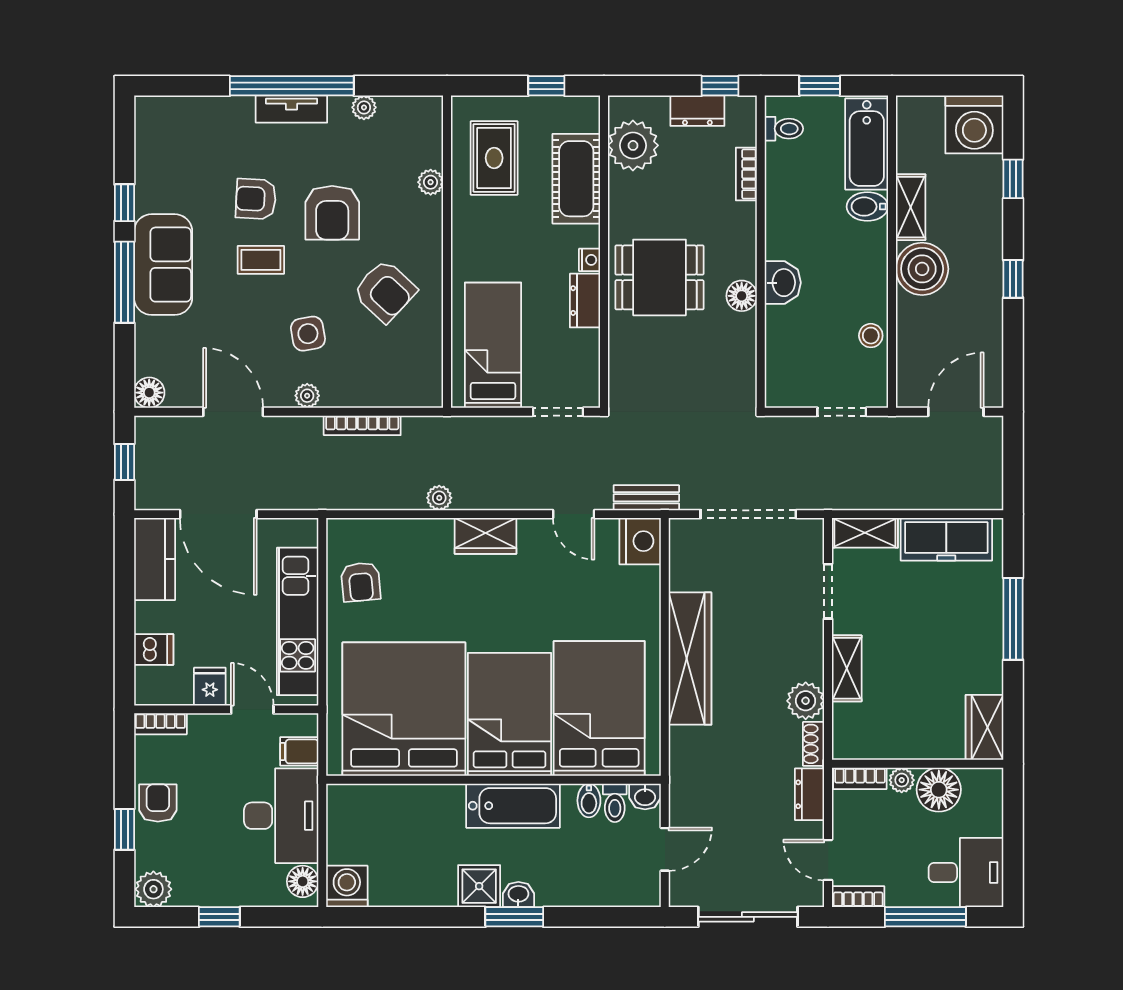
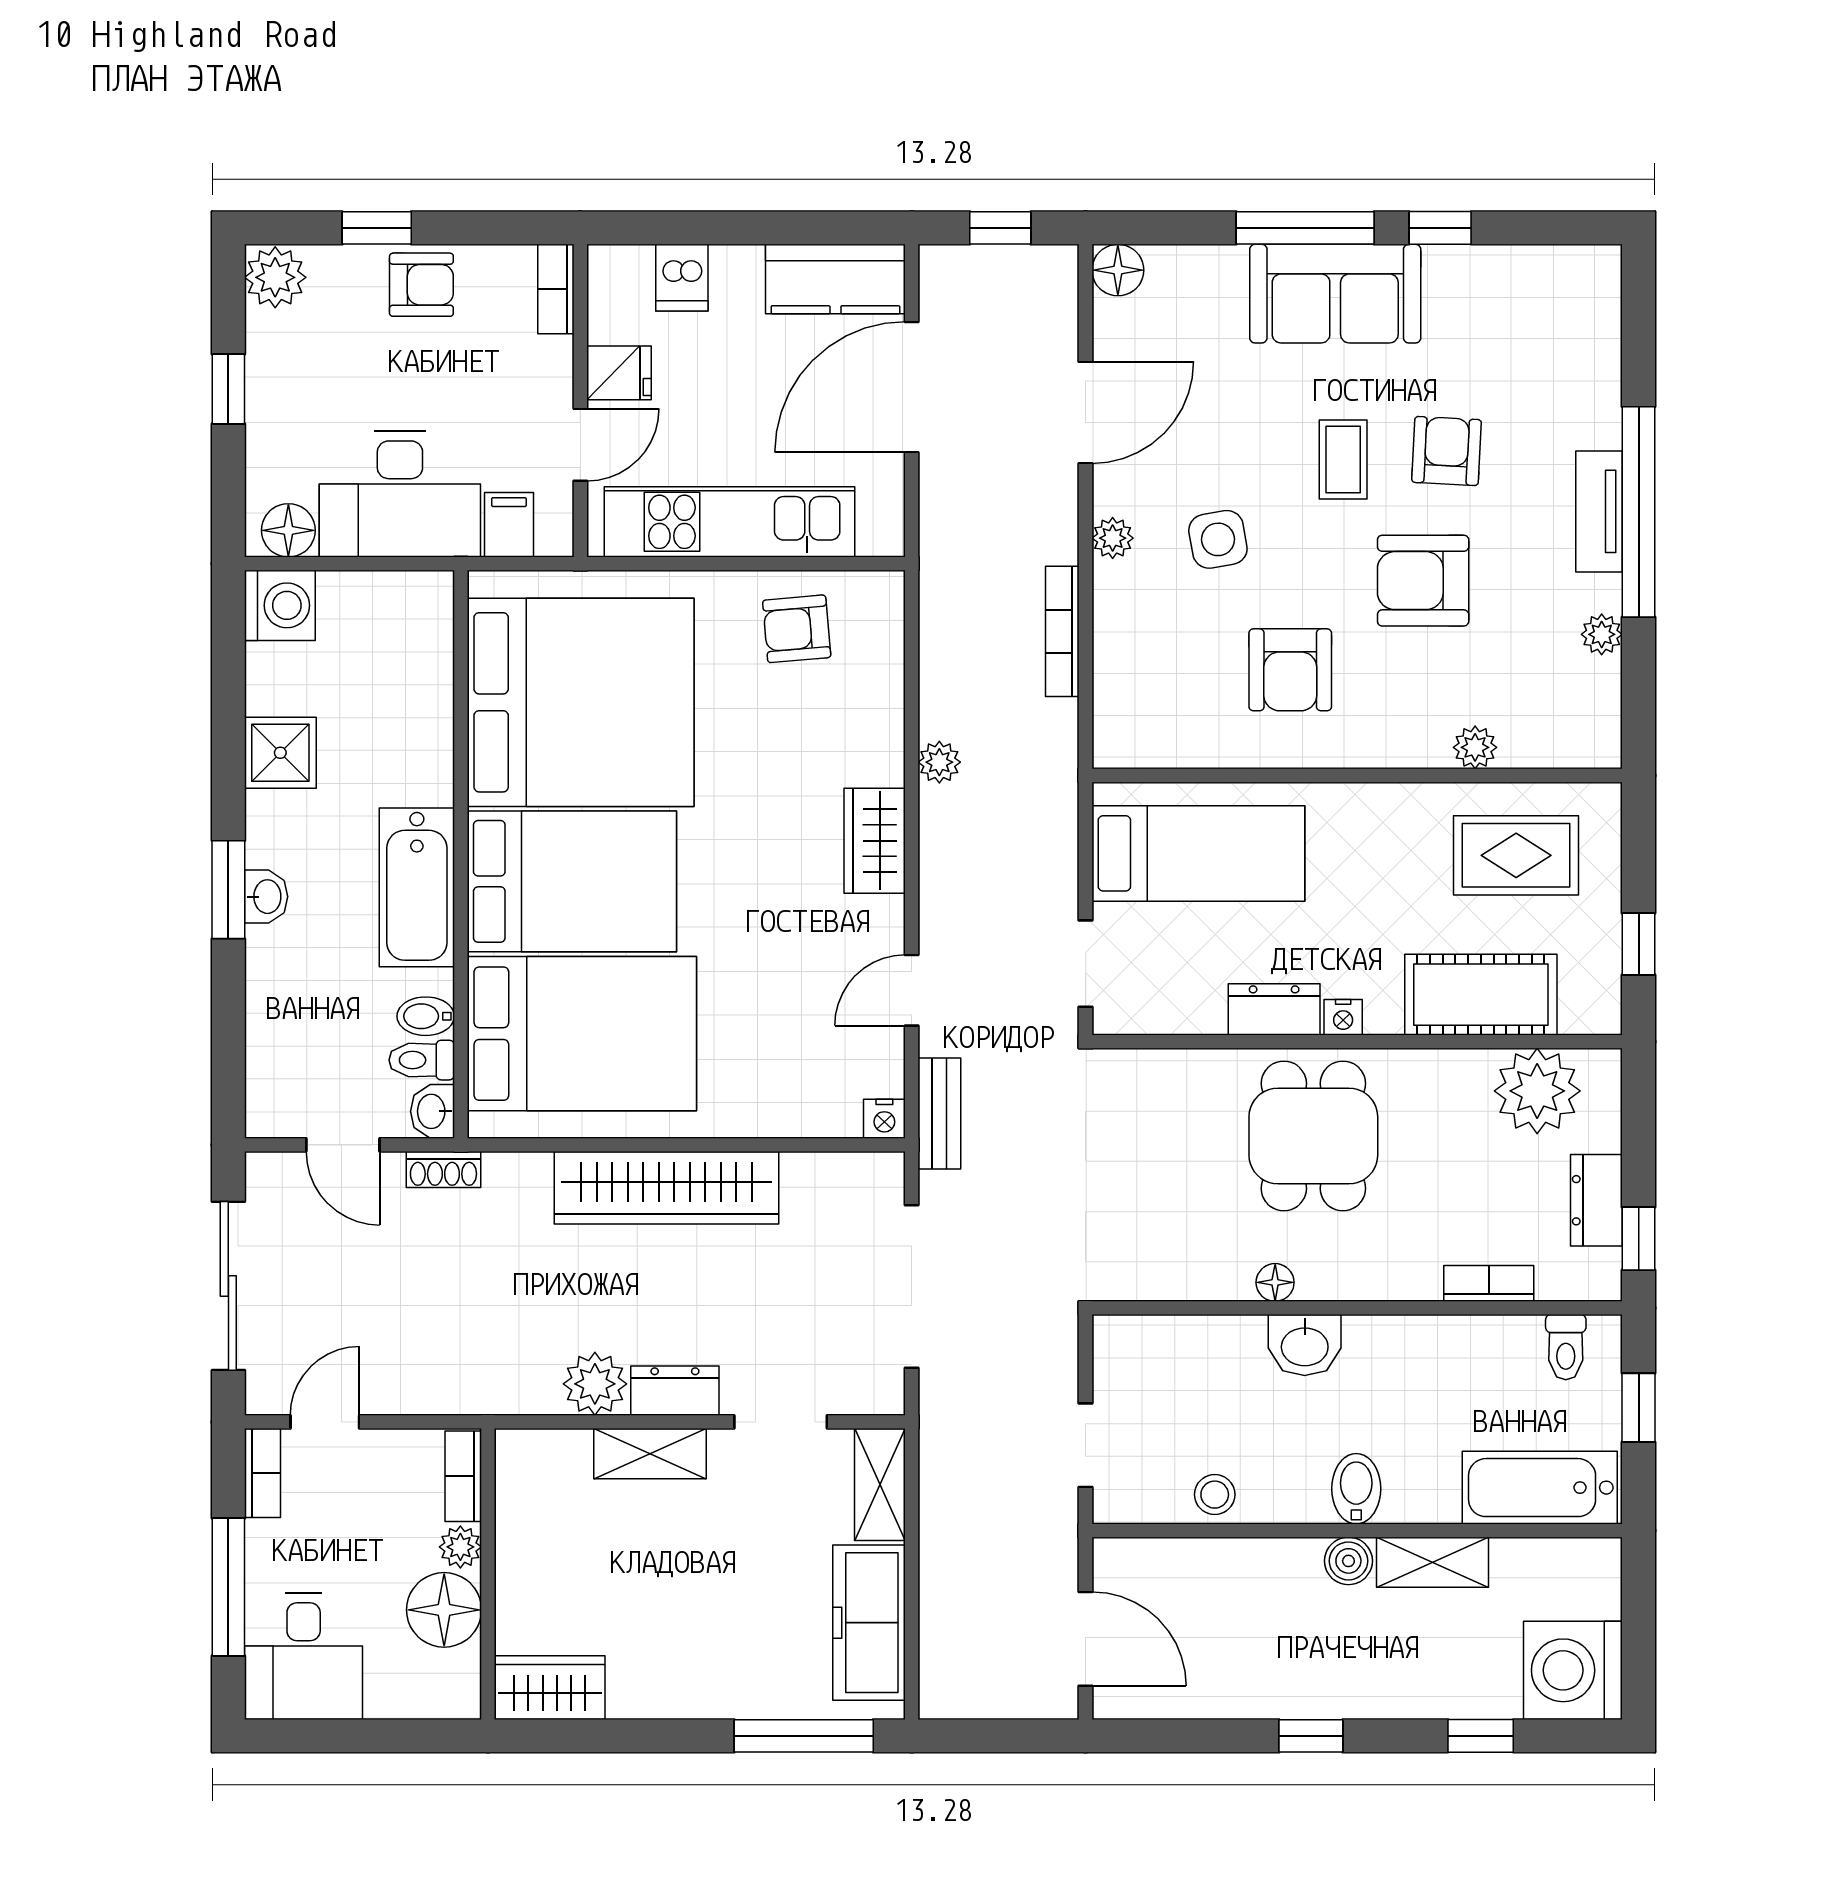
bidet: (867, 207) -> (1356, 1489), moved
boiler: (922, 269) -> (1348, 1561), width x0.54, depth x0.54
armchair: (385, 291) -> (1290, 670), turned -43
floor lamp: (742, 296) -> (1275, 1282), width x0.73, depth x0.73
nightstand: (640, 541) -> (884, 1119), width x0.53, depth x0.56
window: (1013, 619) -> (804, 1736), moved
shoe rack: (814, 744) -> (443, 1169), moved, turned 180
dresser: (810, 794) -> (675, 1391), moved
shower: (479, 886) -> (280, 753), moved

